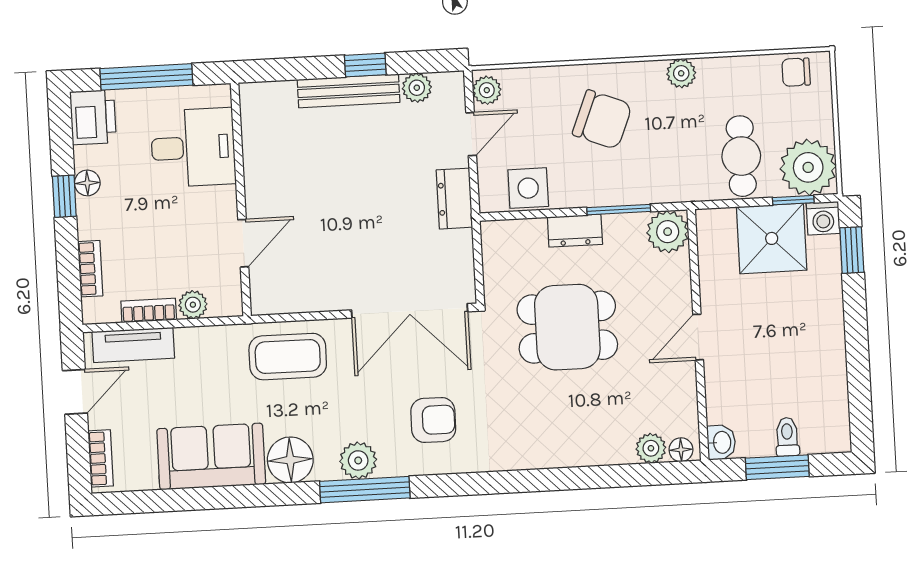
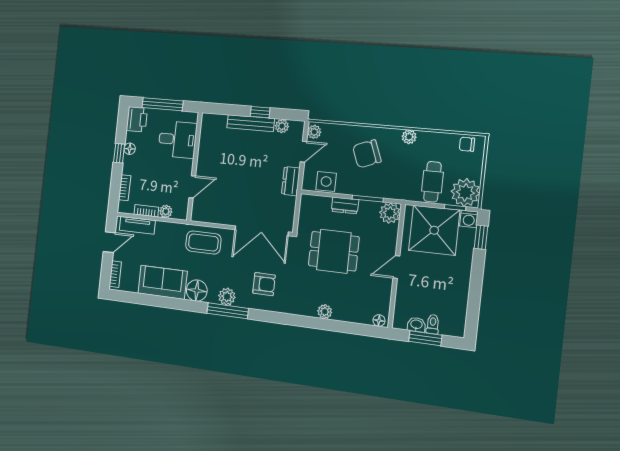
chair: (602, 120) -> (367, 154), turned 137
shower: (772, 238) -> (434, 230), width x1.37, depth x1.37
washbasin: (721, 442) -> (416, 325), moved, turned -90
plant: (651, 448) -> (325, 312), moved

